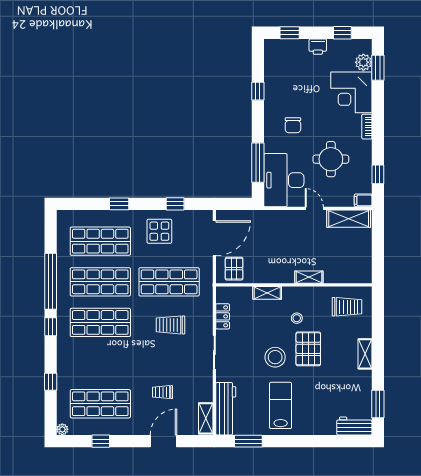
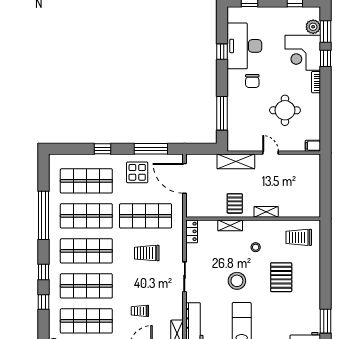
printer: (318, 47) -> (274, 13), removed
window: (378, 174) -> (325, 58), moved
desk: (284, 180) -> (244, 46), moved
window: (175, 204) -> (151, 149), width x2.17
shelving: (349, 219) -> (236, 161), moved
door: (214, 238) -> (185, 178), swing flipped
pallet: (234, 269) -> (235, 203), moved
trolley: (347, 307) -> (299, 237), turned 180
locker: (223, 316) -> (192, 231), moved
window: (51, 327) -> (44, 272), moved
pallet: (308, 349) -> (281, 277), moved
shelving: (365, 354) -> (314, 278), removed
shop shelf: (100, 363) -> (86, 286), added

